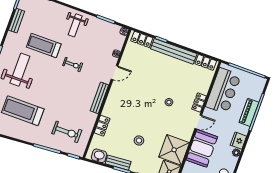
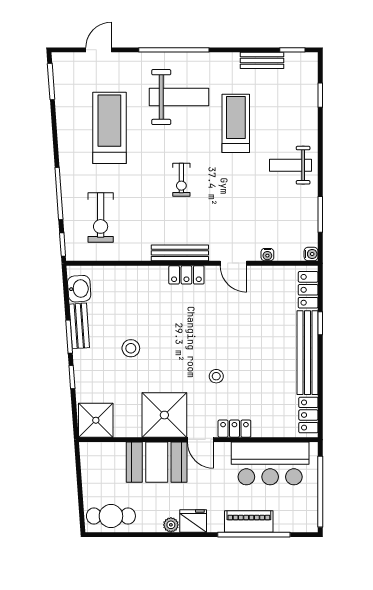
exercise bike: (73, 64) -> (181, 180), moved
locker: (102, 126) -> (186, 275), moved
shower: (174, 150) -> (164, 415), moved

